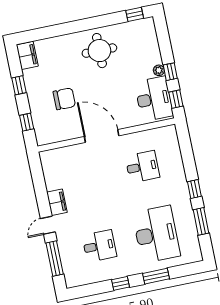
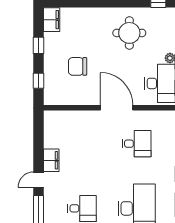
round table: (99, 51) -> (129, 33), moved
chair: (64, 99) -> (78, 66), turned 180
door: (102, 136) -> (117, 108), moved

